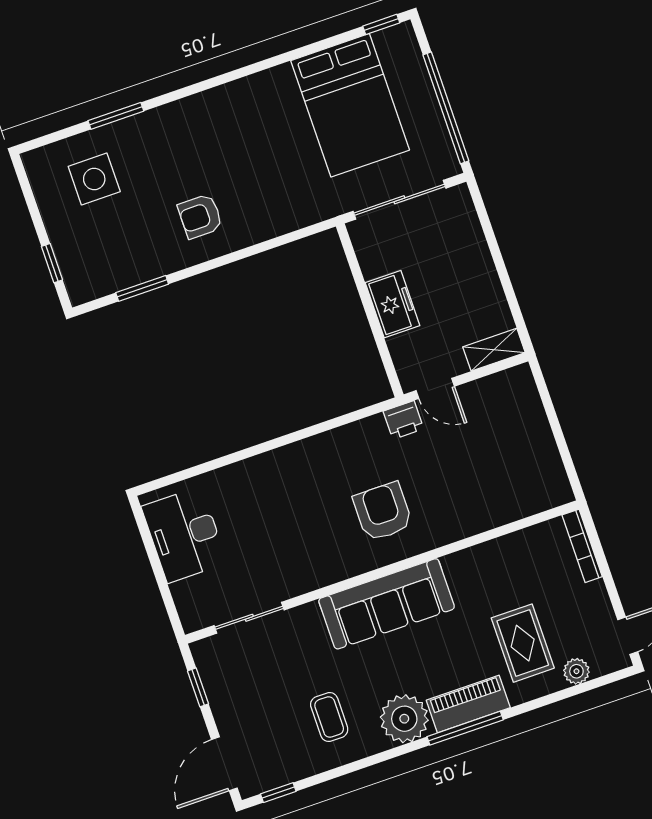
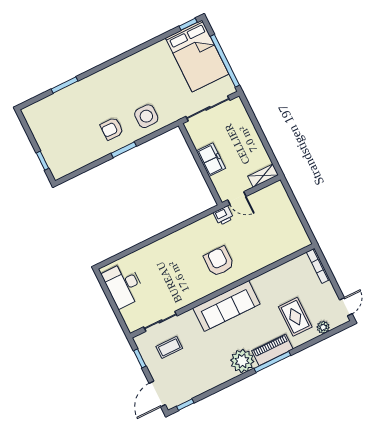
bed: (350, 105) -> (197, 56), moved
side table: (94, 179) -> (146, 116), moved
window: (142, 288) -> (124, 150), moved
coffee table: (329, 717) -> (169, 347), moved, turned 90

